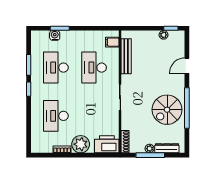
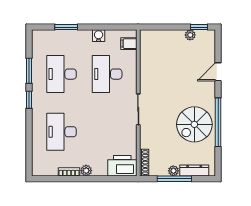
water cooler: (55, 35) -> (99, 36), moved
bench: (126, 56) -> (145, 61), removed
plant: (81, 144) -> (86, 171), width x0.53, depth x0.53

